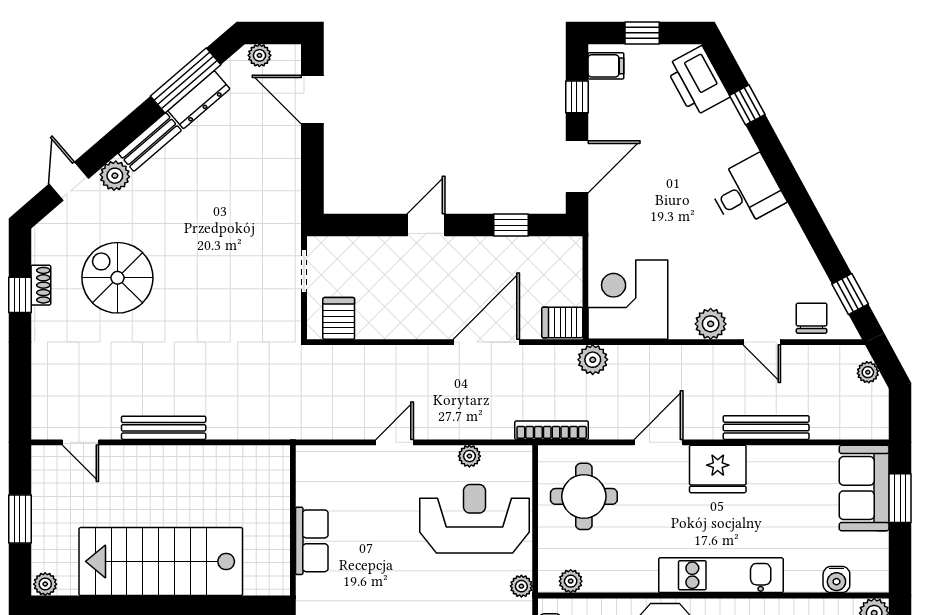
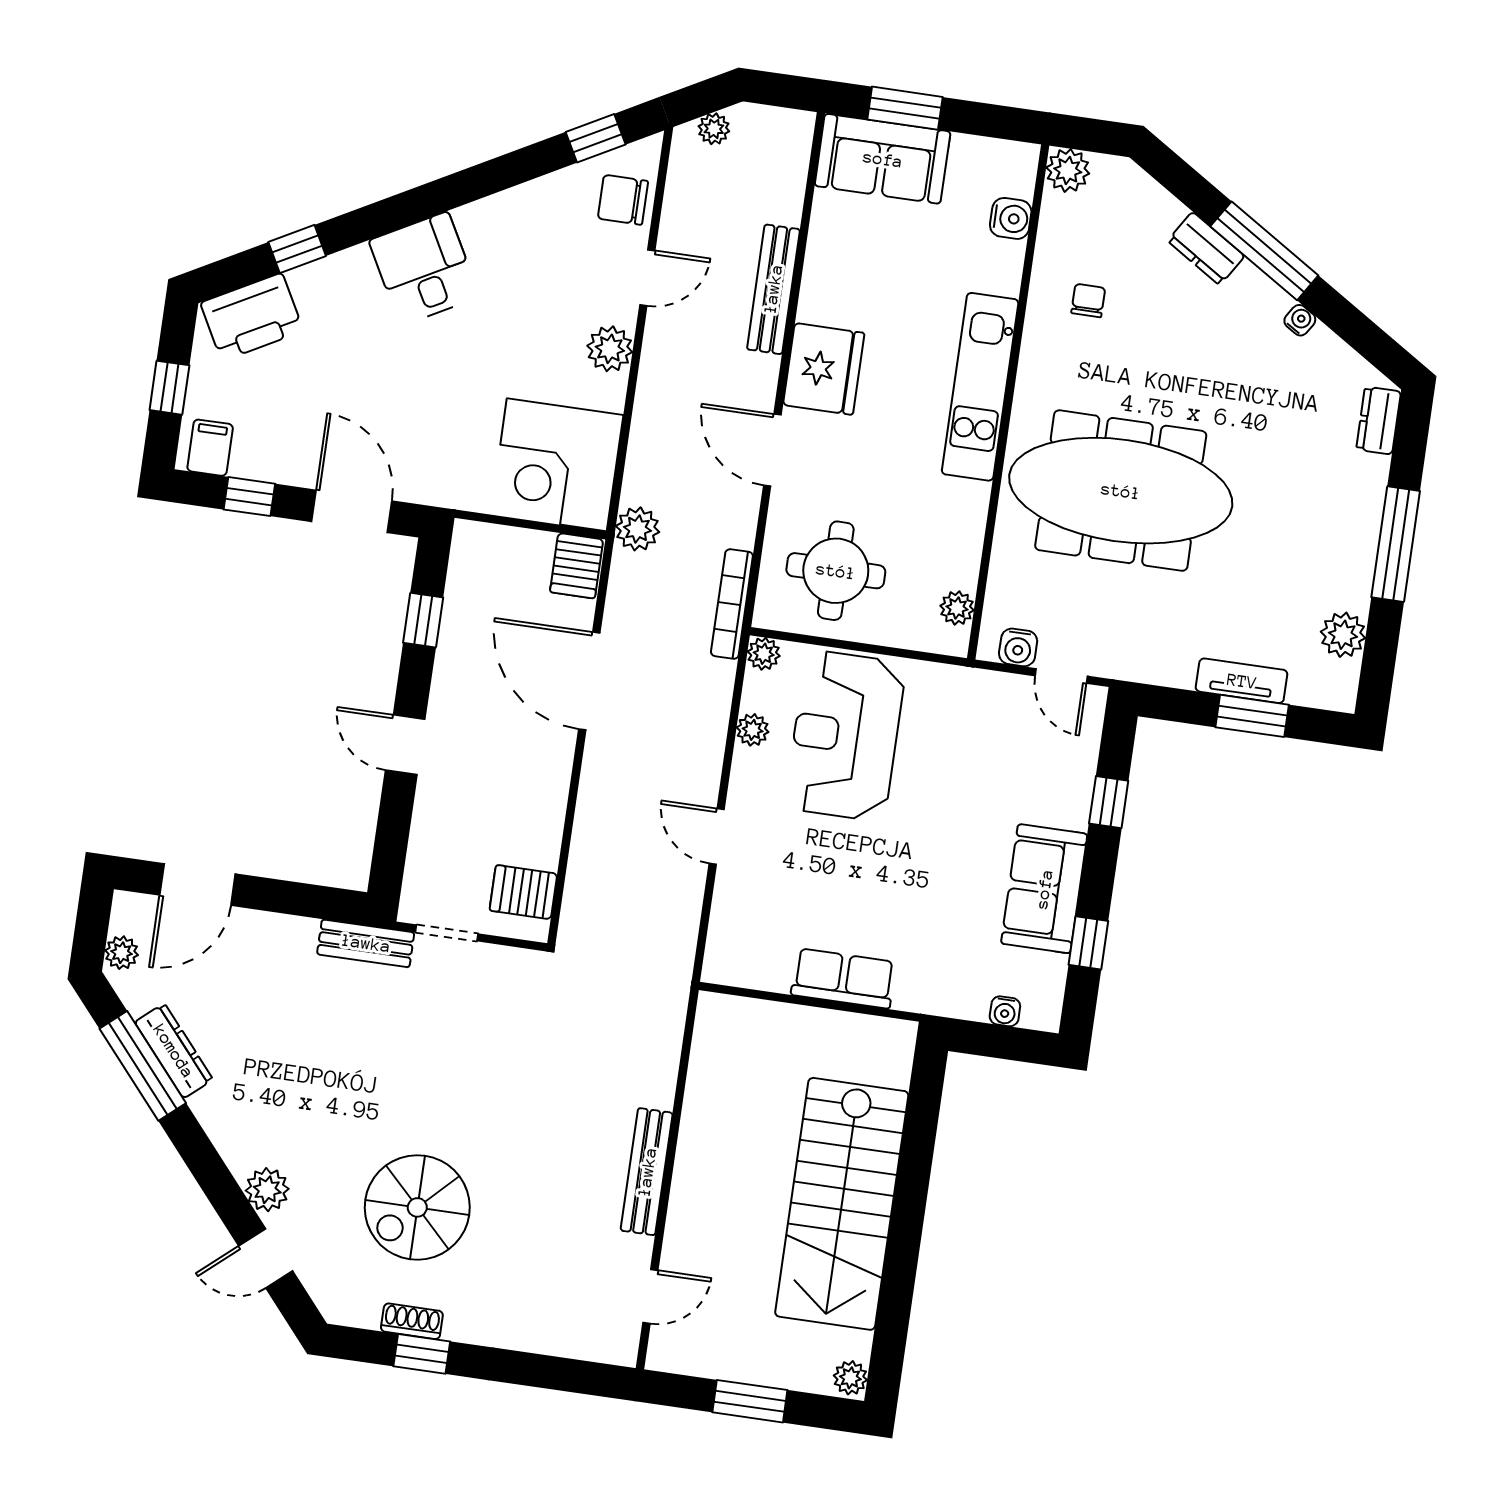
bench: (150, 142) -> (366, 943), moved, turned -49
plant: (521, 586) -> (764, 654), moved

